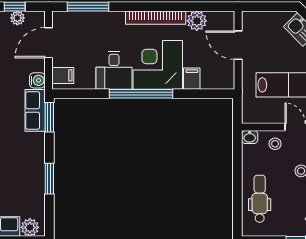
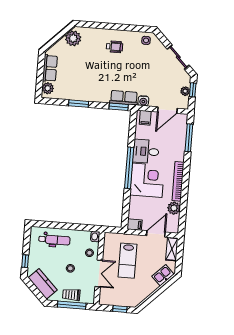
shelving: (259, 19) -> (172, 249), added
door: (48, 43) -> (167, 110), swing flipped
filing cabinet: (192, 79) -> (135, 225), moved

